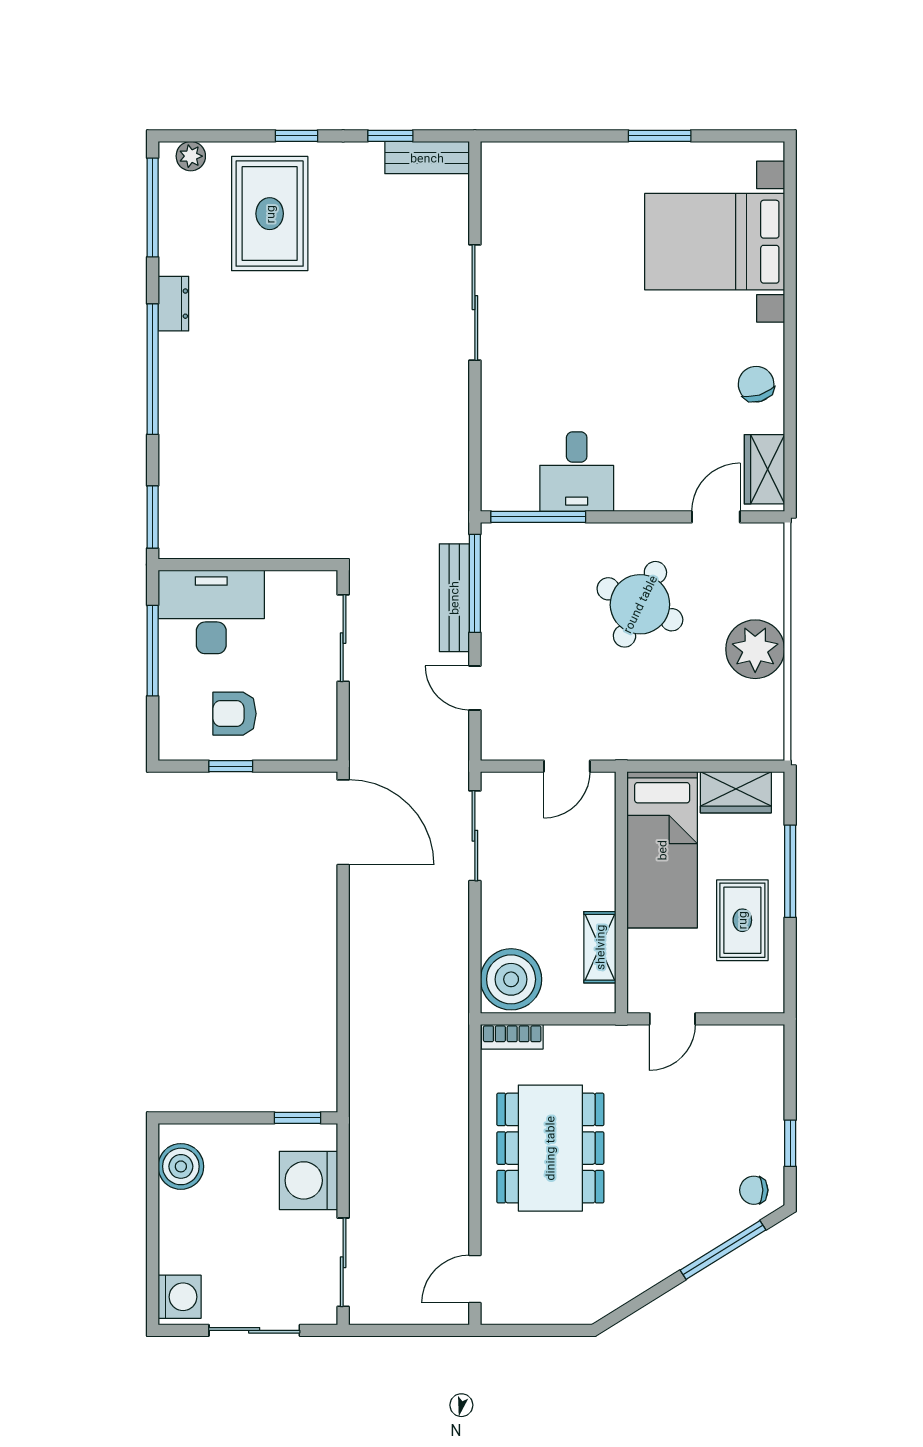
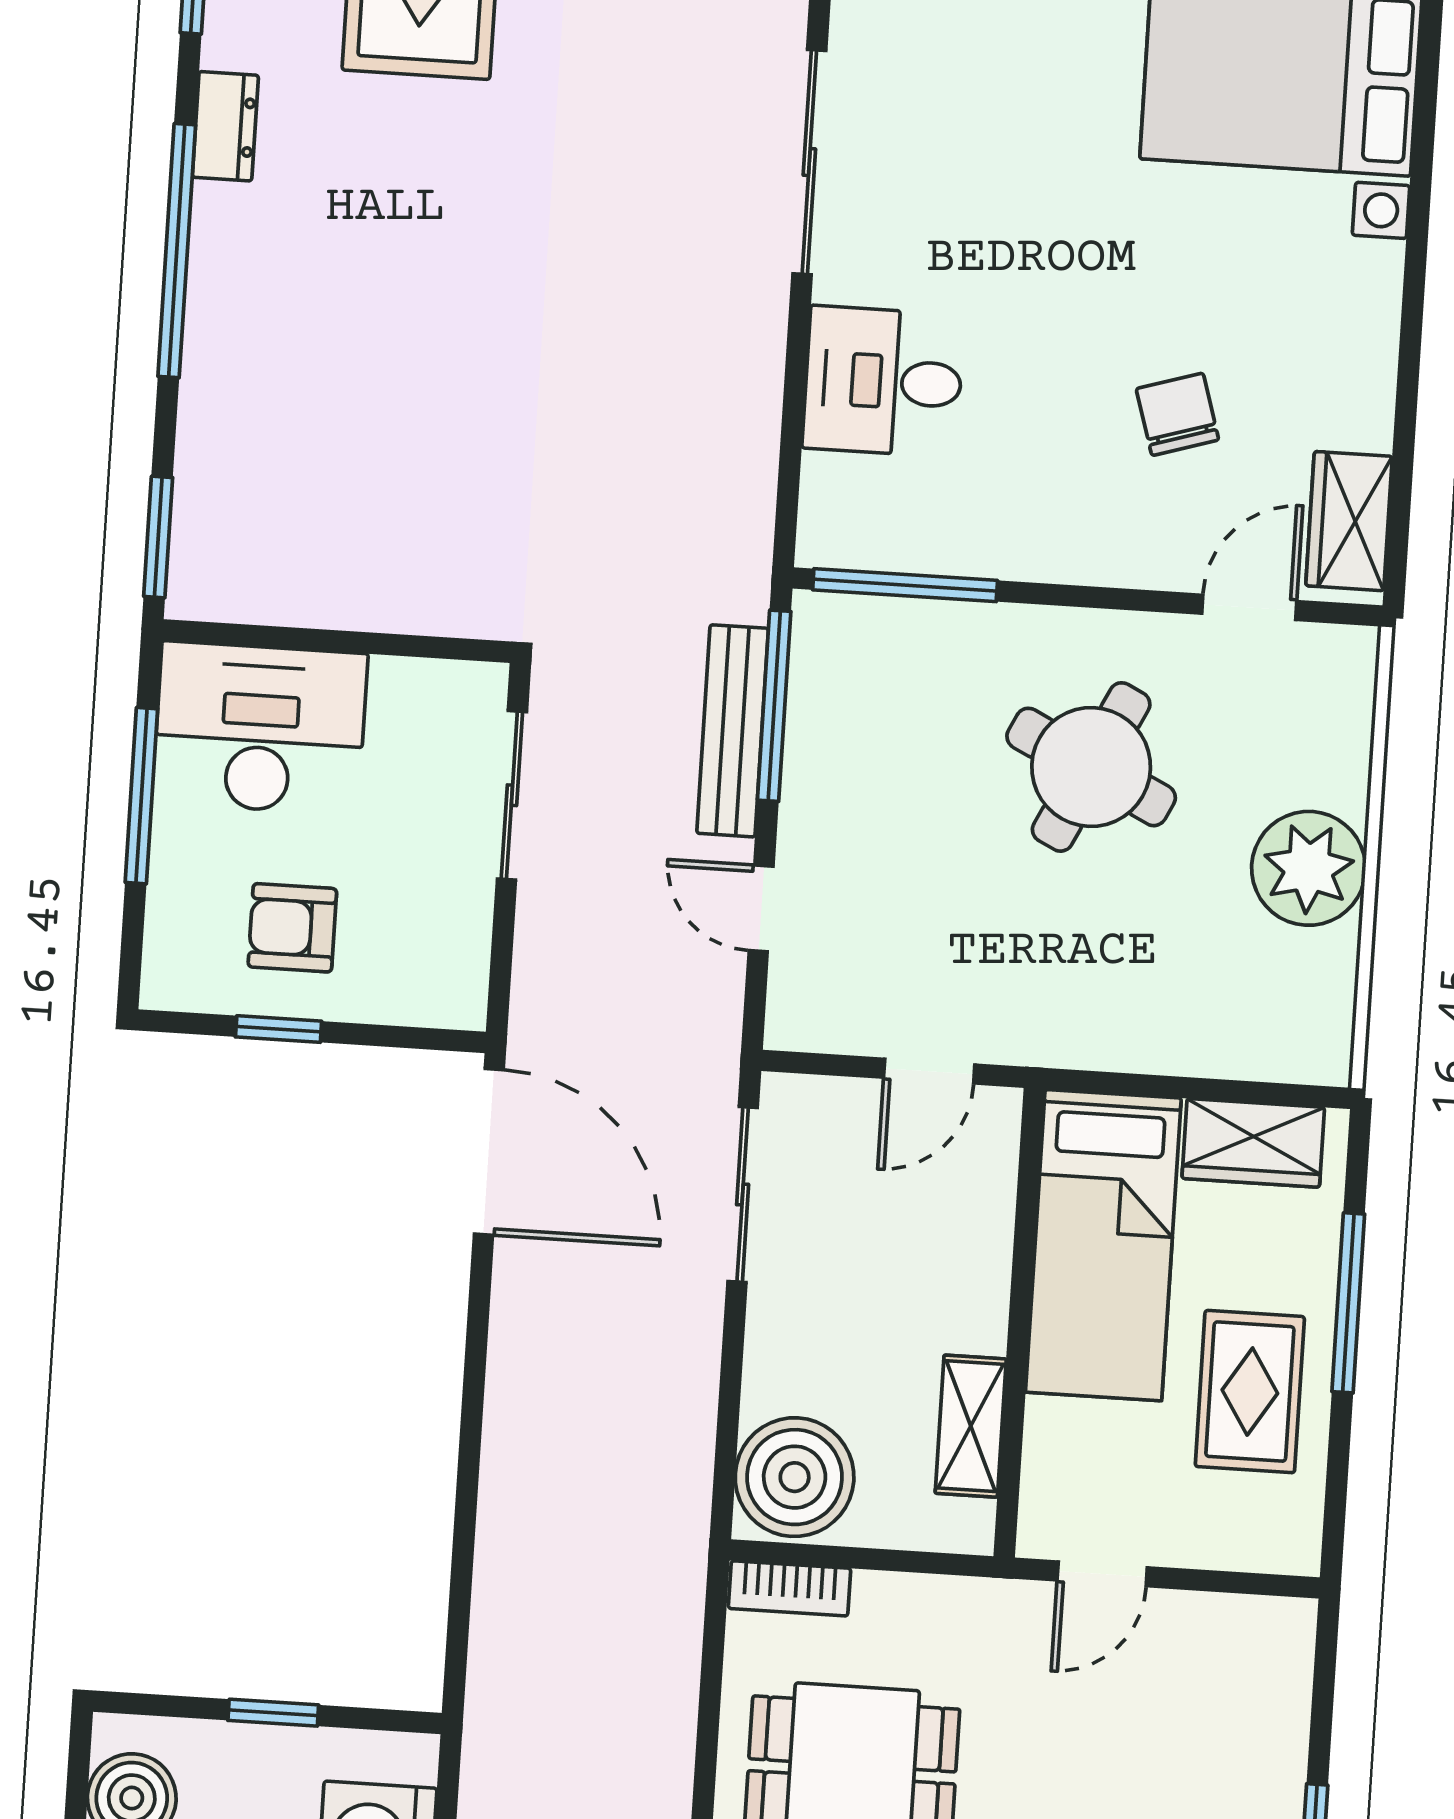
chair: (756, 384) -> (1177, 414), moved
desk: (577, 472) -> (883, 381), moved, turned 90
window: (298, 1118) -> (273, 1713), moved

